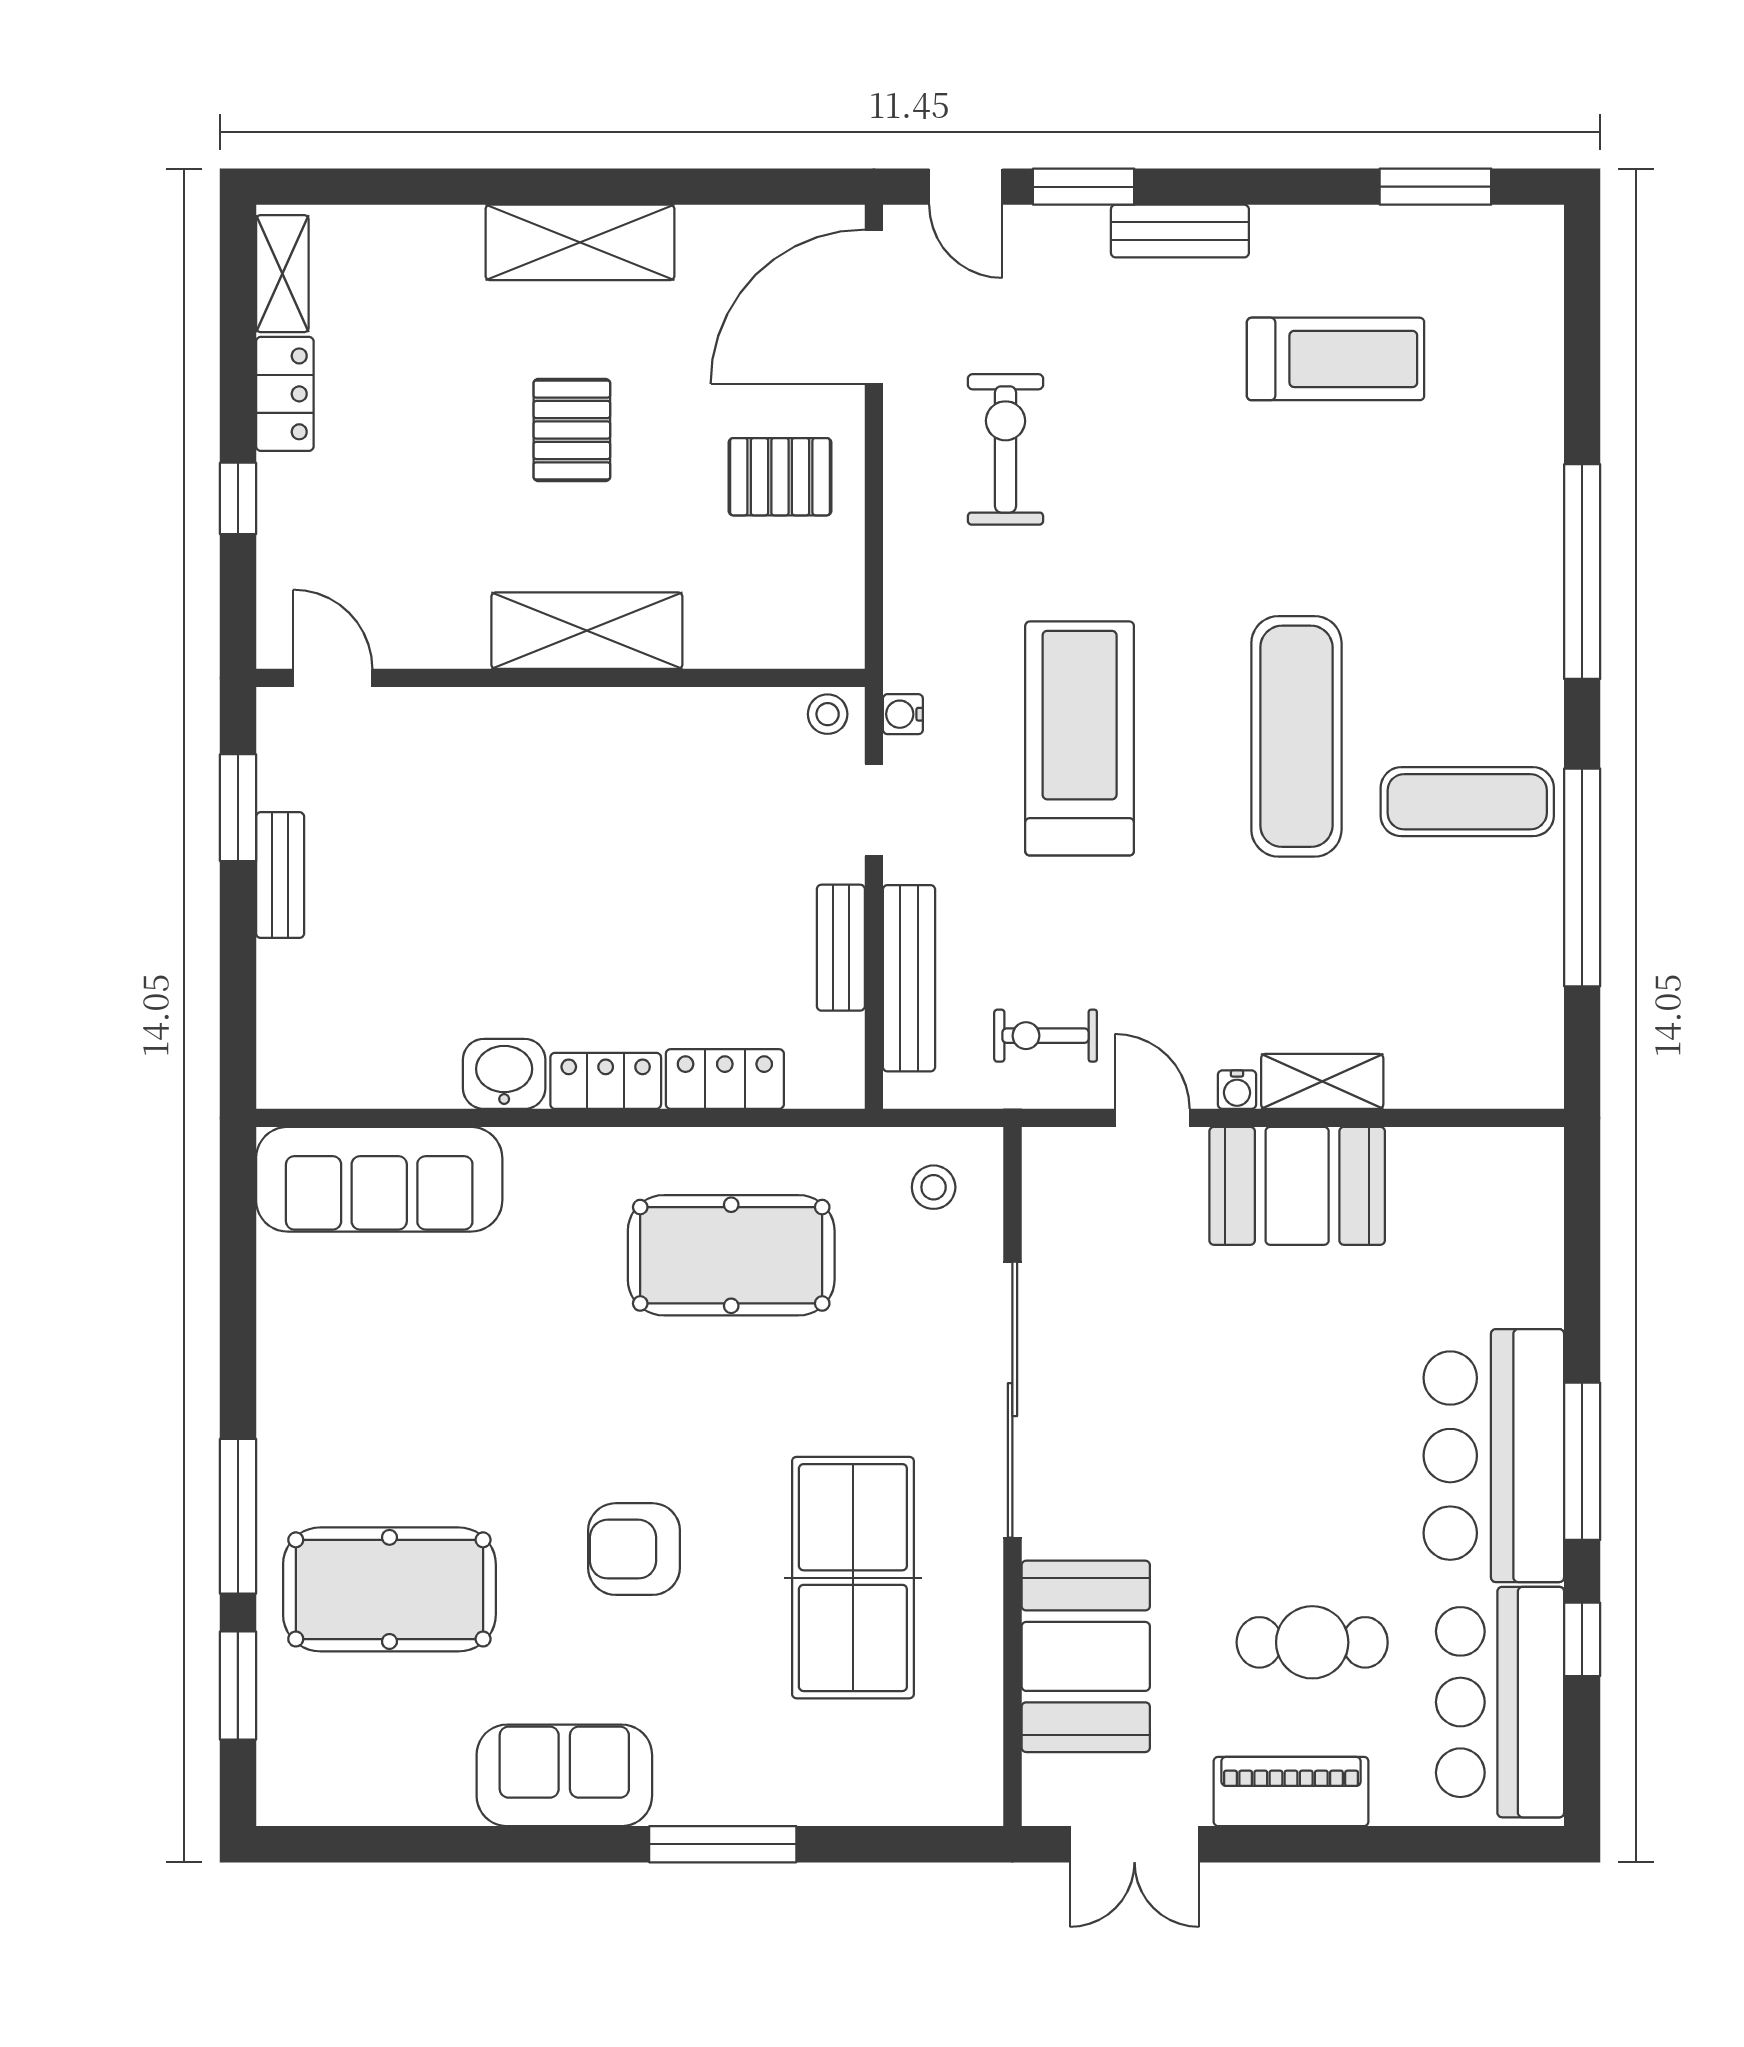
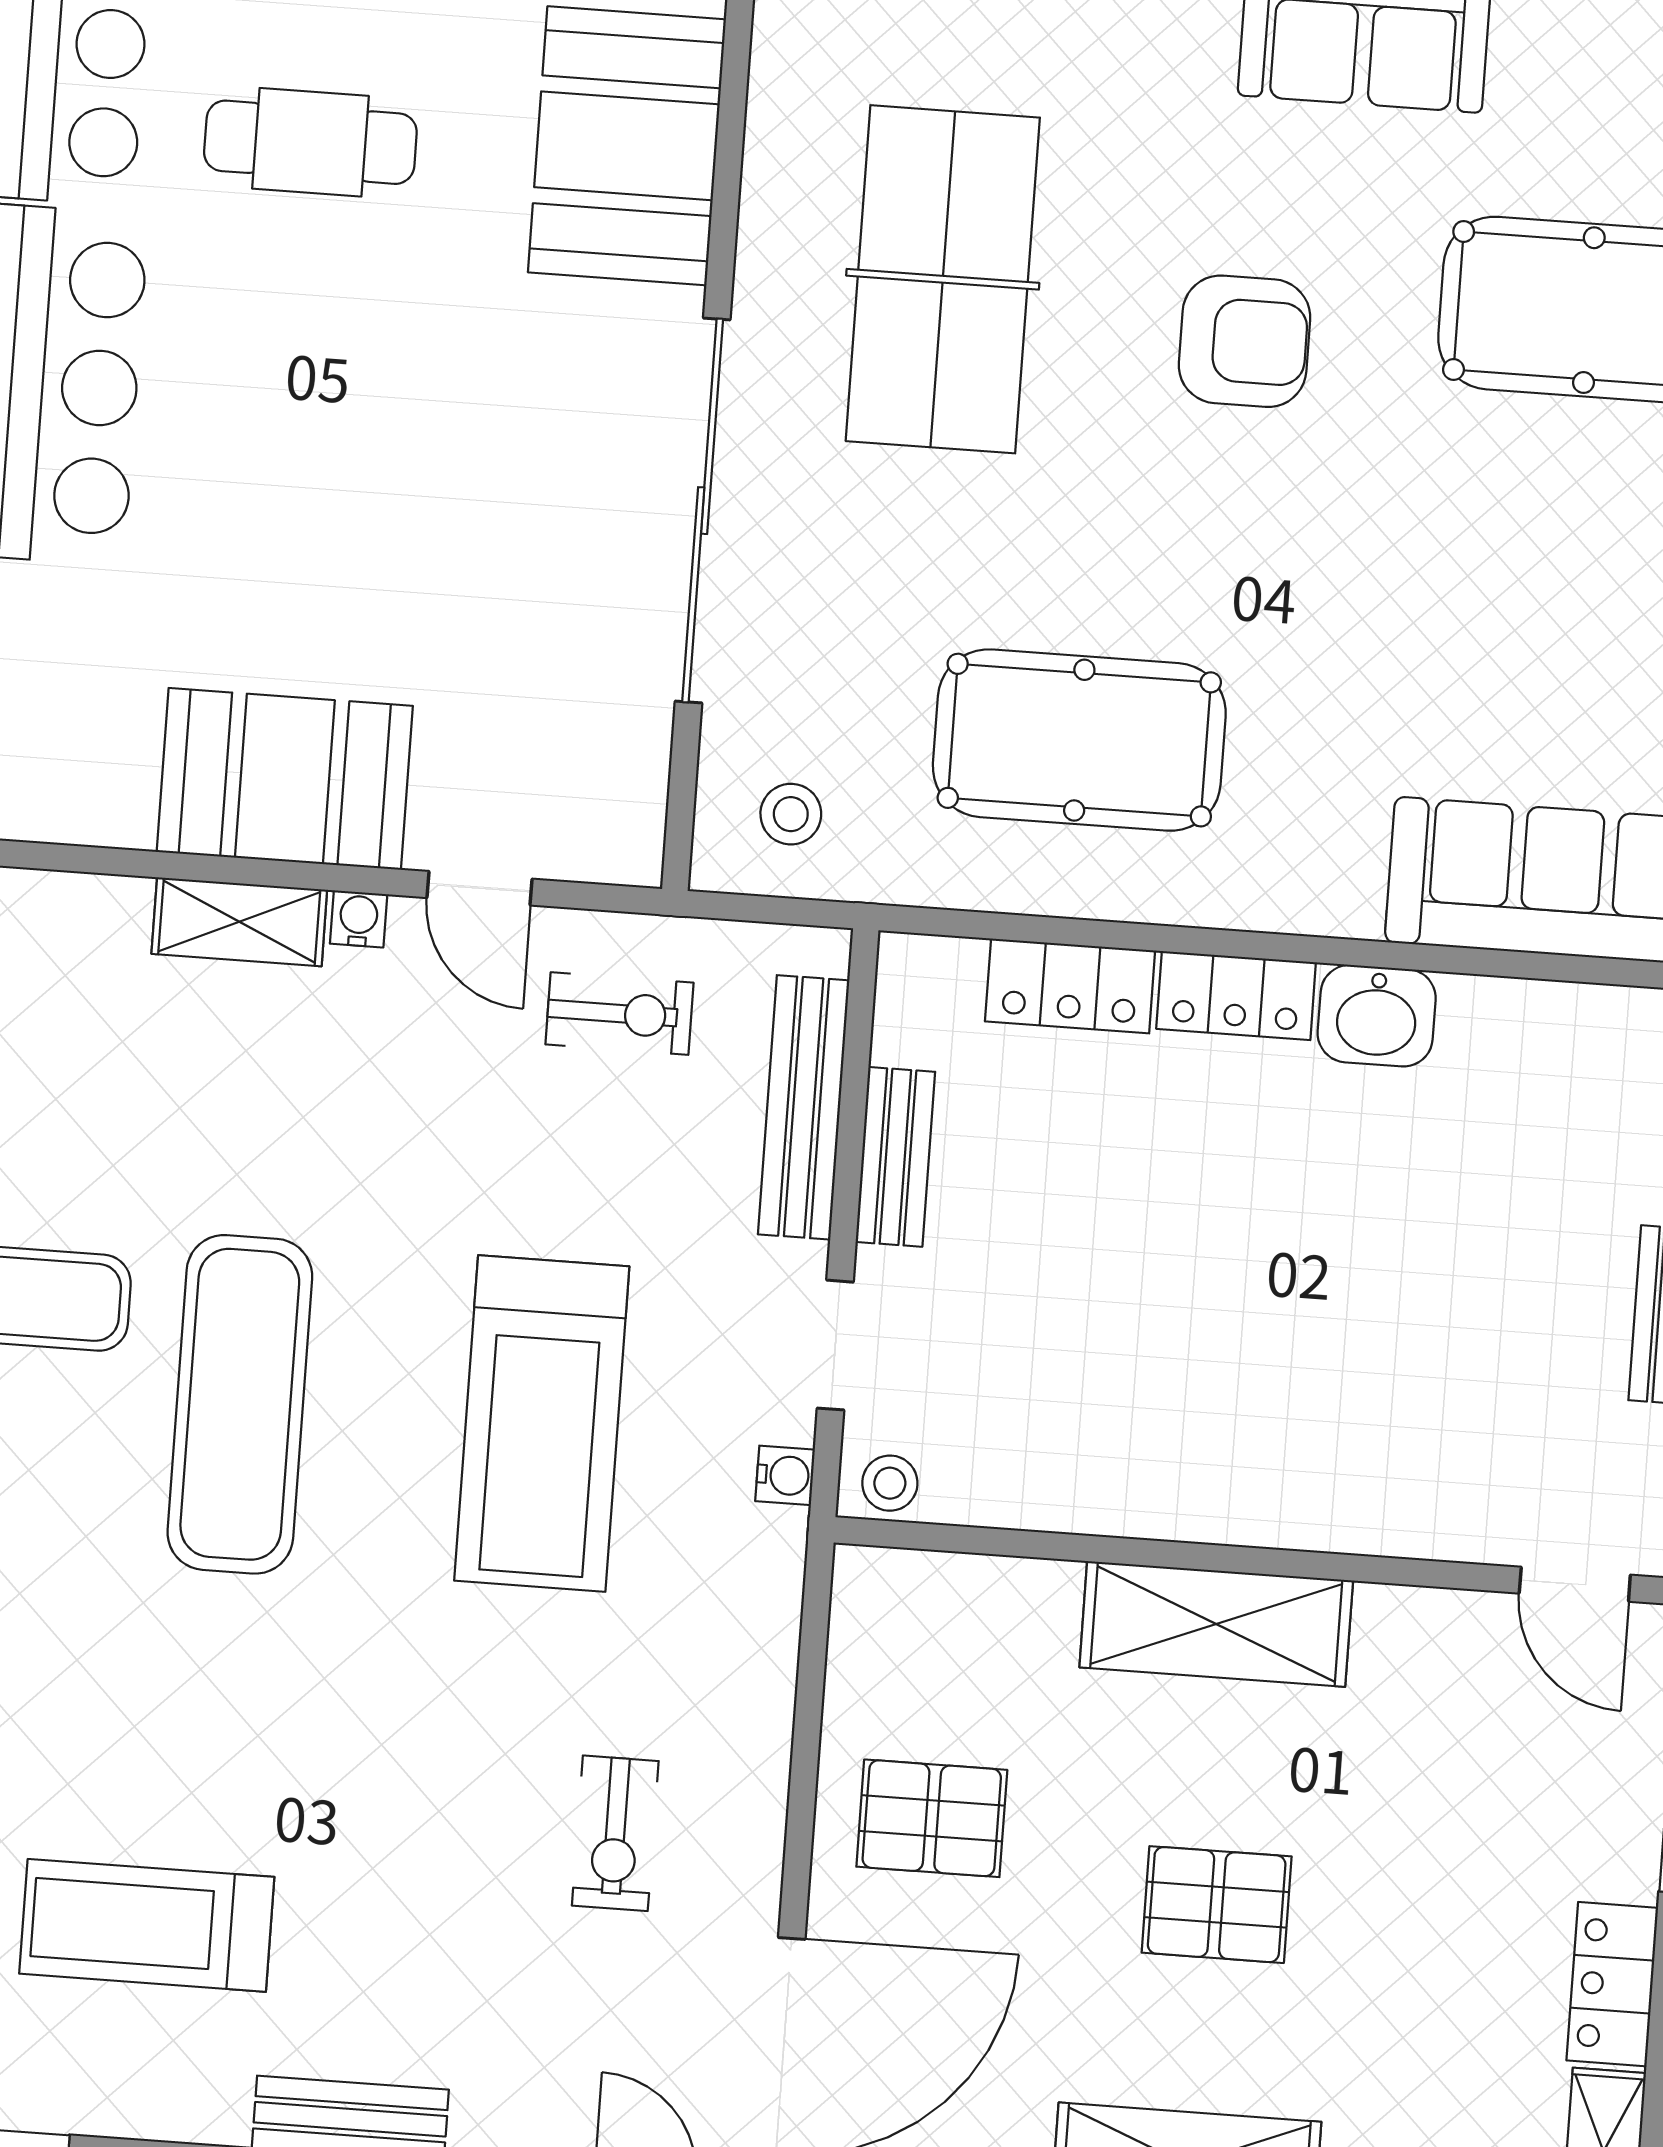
pallet: (572, 430) -> (1217, 1905), turned 90
exercise bike: (1006, 449) -> (615, 1833), width x0.73, depth x0.72

